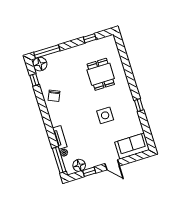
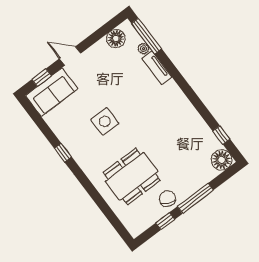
window: (47, 51) -> (195, 198), moved
dining table: (101, 74) -> (132, 176), width x1.38
chair: (54, 96) -> (167, 199), moved
window: (89, 172) -> (42, 78), moved

